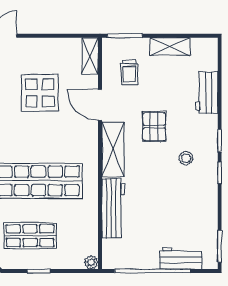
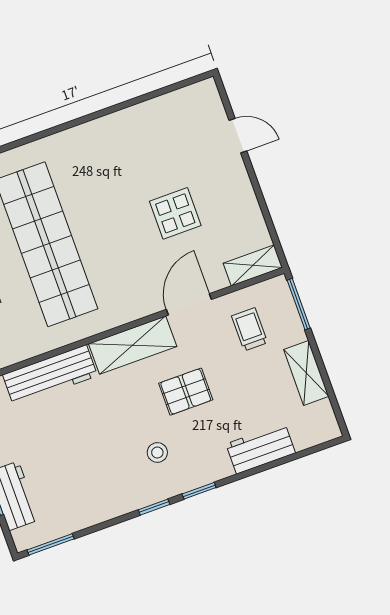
trolley: (129, 72) -> (250, 329), turned 90
display table: (40, 93) -> (175, 213), width x0.73, depth x0.73

